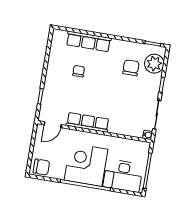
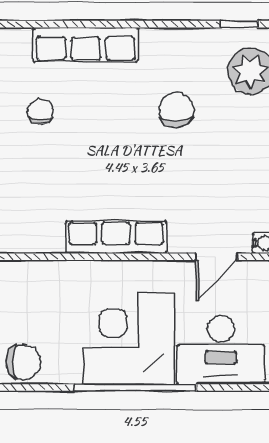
chair: (131, 68) -> (176, 110), moved
chair: (79, 71) -> (40, 112), moved
door: (53, 125) -> (216, 257), moved

